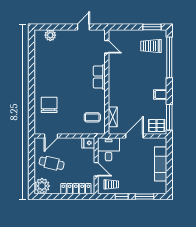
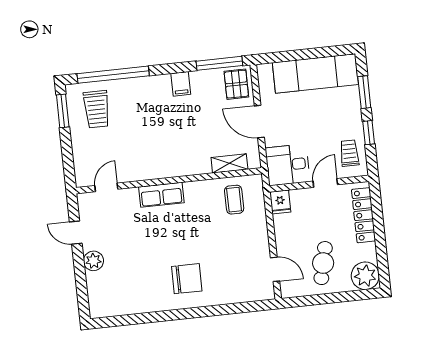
plant: (50, 35) -> (93, 261), moved
chair: (49, 105) -> (187, 279), moved, turned 180
exam couch: (161, 164) -> (315, 73), width x1.36, depth x1.45

